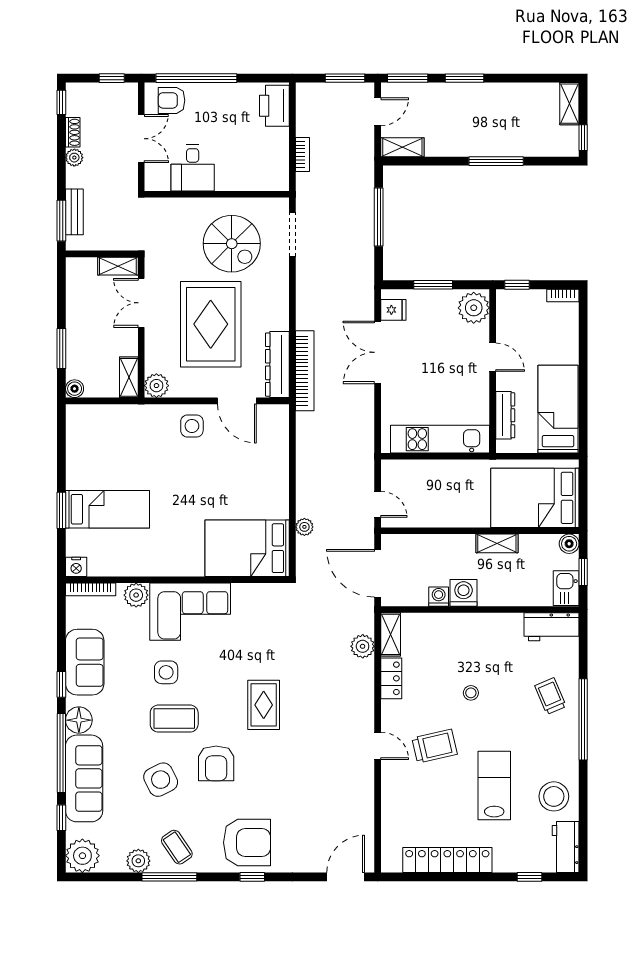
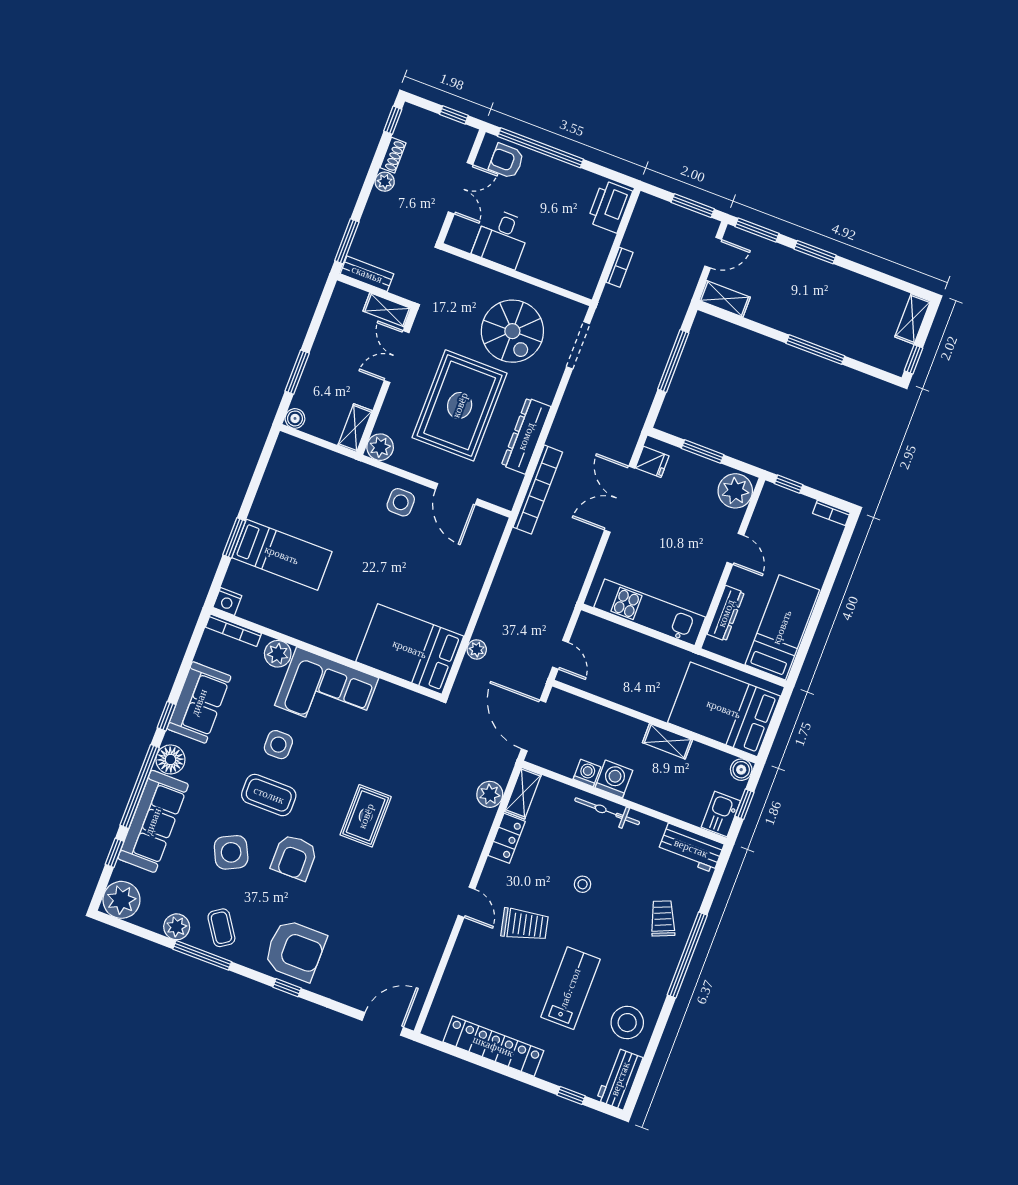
bench: (74, 212) -> (367, 274), moved, turned 90
dresser: (277, 365) -> (526, 436), moved
bicycle: (468, 623) -> (607, 811), added

